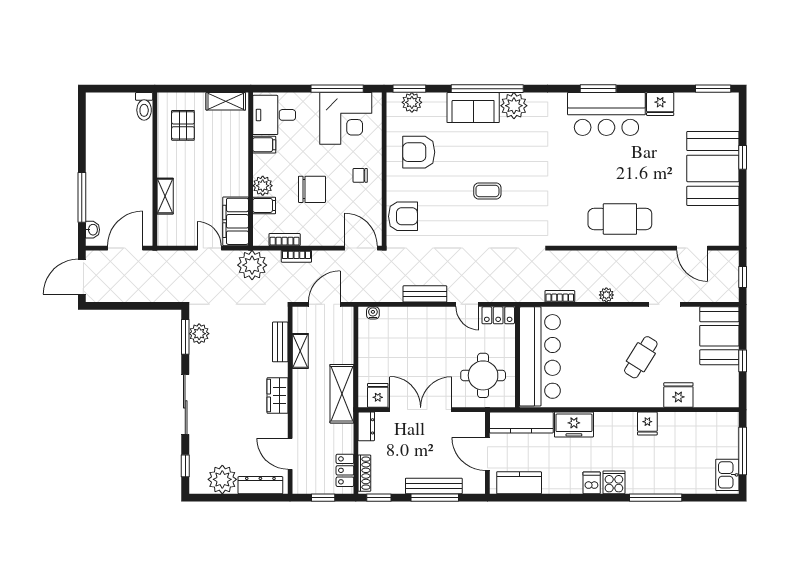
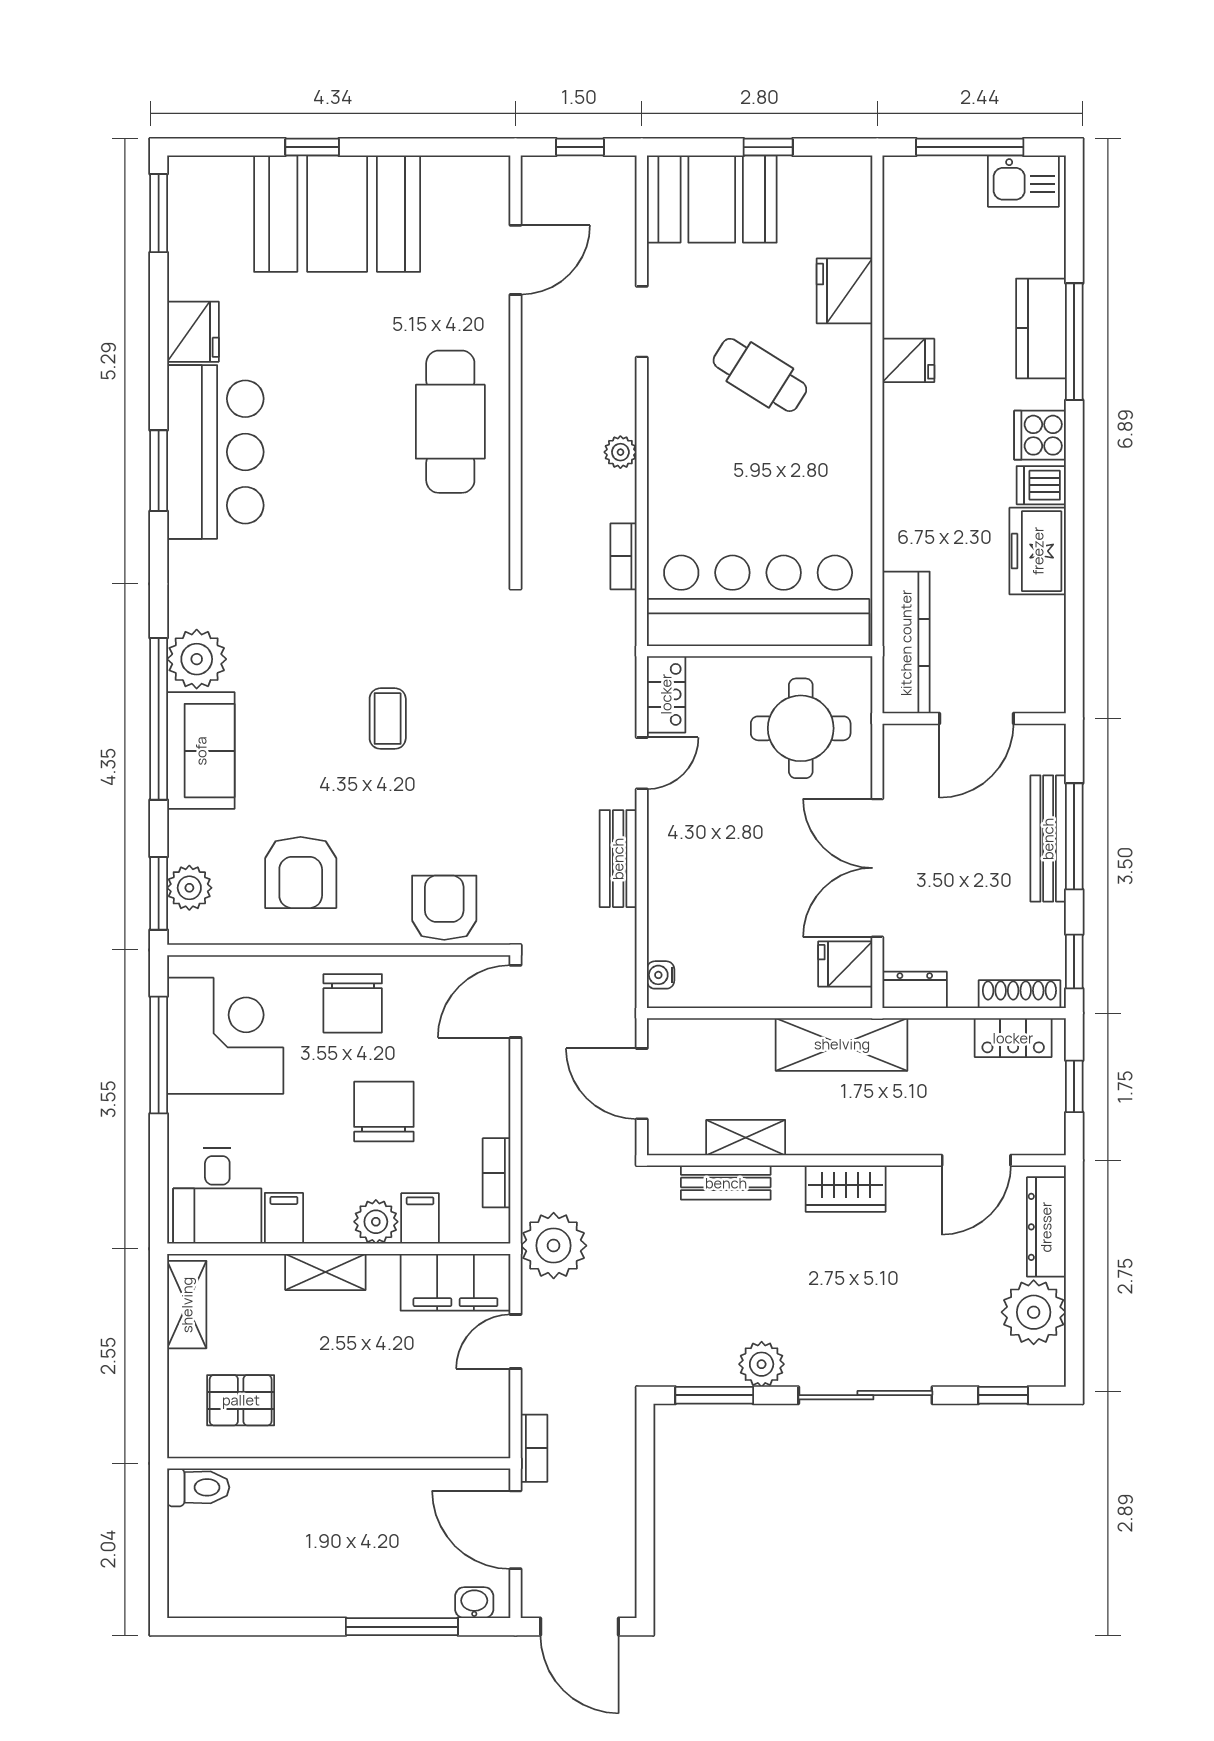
chair: (360, 175) -> (353, 1003), width x1.87, depth x1.87
shelving: (165, 196) -> (325, 1272), moved
bookcase: (296, 256) -> (534, 1448), moved
plant: (199, 334) -> (762, 1364), moved
freezer: (574, 425) -> (1038, 551), moved, turned 180
kitchen counter: (519, 483) -> (1041, 328), moved

